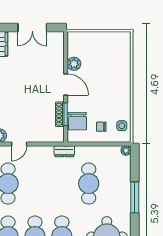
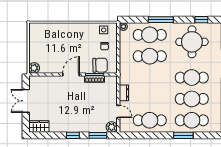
double door: (32, 28) -> (26, 101), swing flipped
plant: (74, 64) -> (34, 68), moved
dresser: (64, 151) -> (124, 93), moved
cafe table: (116, 184) -> (150, 35), added

